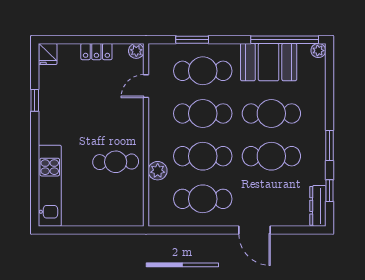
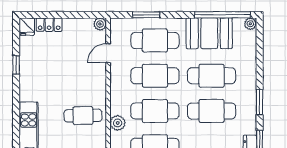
locker: (96, 52) -> (49, 25), moved

